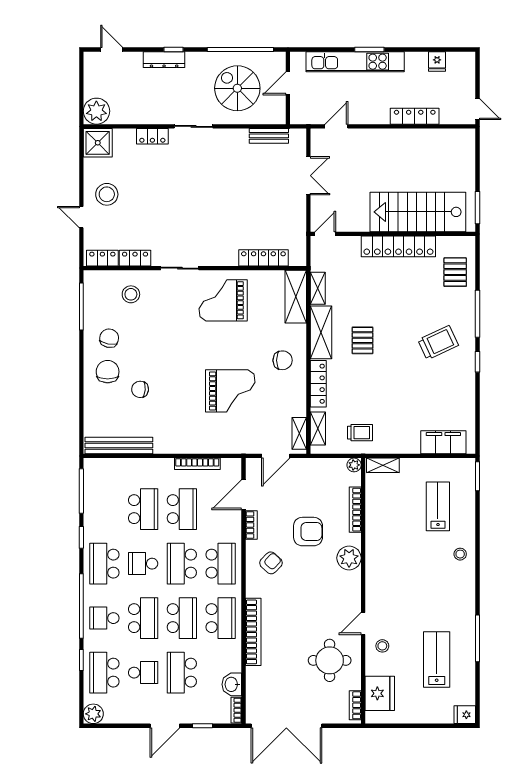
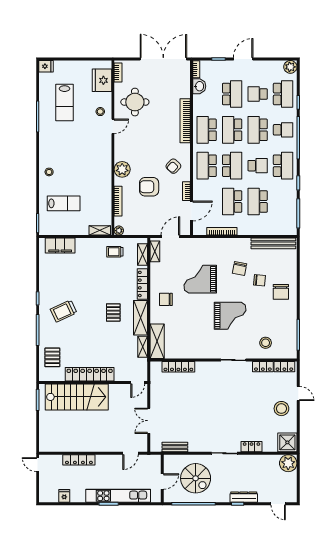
grand piano: (223, 300) -> (230, 316), moved
chair: (109, 338) -> (240, 268), moved
lab bench: (438, 506) -> (64, 203), turned -90

